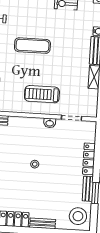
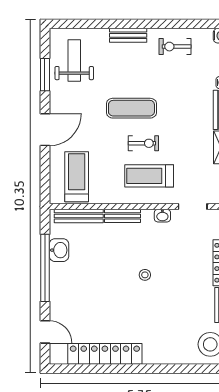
exercise bike: (39, 71) -> (143, 143), added
bench: (43, 223) -> (122, 216), moved

